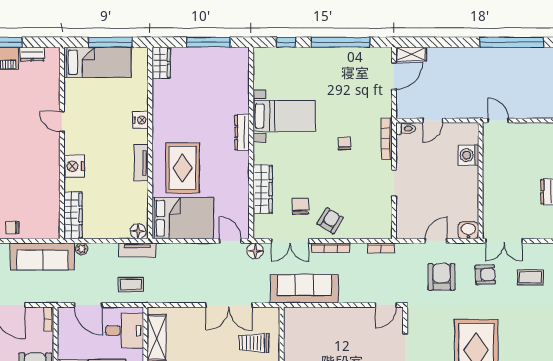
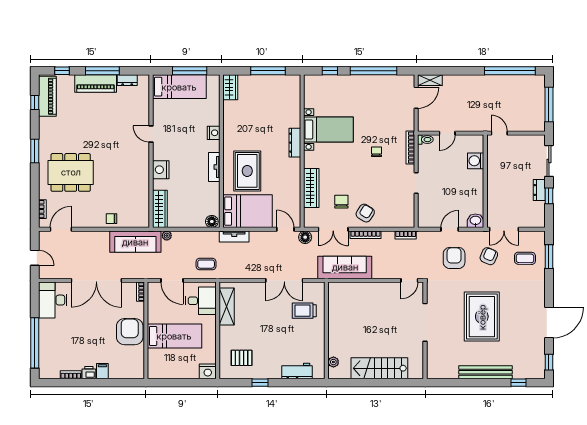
tv unit: (137, 250) -> (234, 236), moved
armchair: (485, 275) -> (489, 256), turned -63

